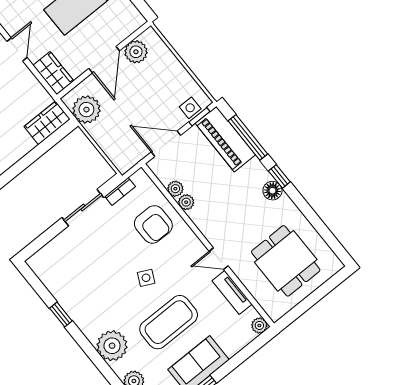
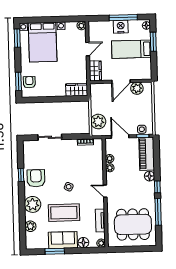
plant: (86, 110) -> (98, 122), moved
window: (248, 137) -> (158, 212), moved
floor lamp: (272, 191) -> (149, 176), moved
sliding door: (83, 207) -> (50, 137), moved
armchair: (153, 224) -> (36, 178), moved, turned 180
door: (219, 259) -> (105, 191), moved
dining table: (286, 261) -> (133, 224), width x1.38
floor lamp: (232, 345) -> (83, 243), added

